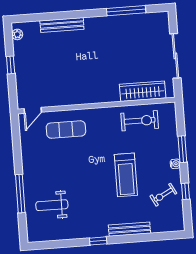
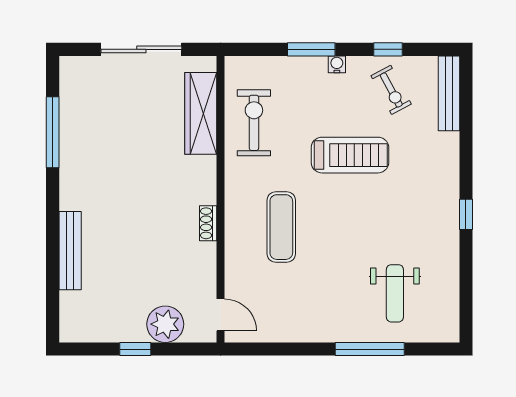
plant: (17, 34) -> (165, 324), moved, width x1.88, depth x1.88
shoe rack: (83, 100) -> (208, 223), added
exercise mat: (66, 130) -> (281, 227), moved
bench: (129, 229) -> (449, 93), moved

